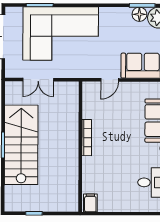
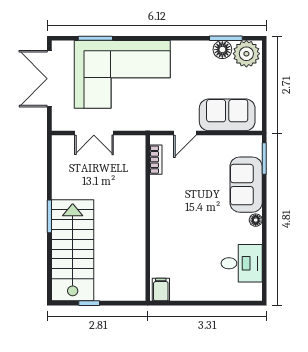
bookcase: (87, 138) -> (156, 160), moved, width x0.64
stairs: (21, 145) -> (73, 250), moved

